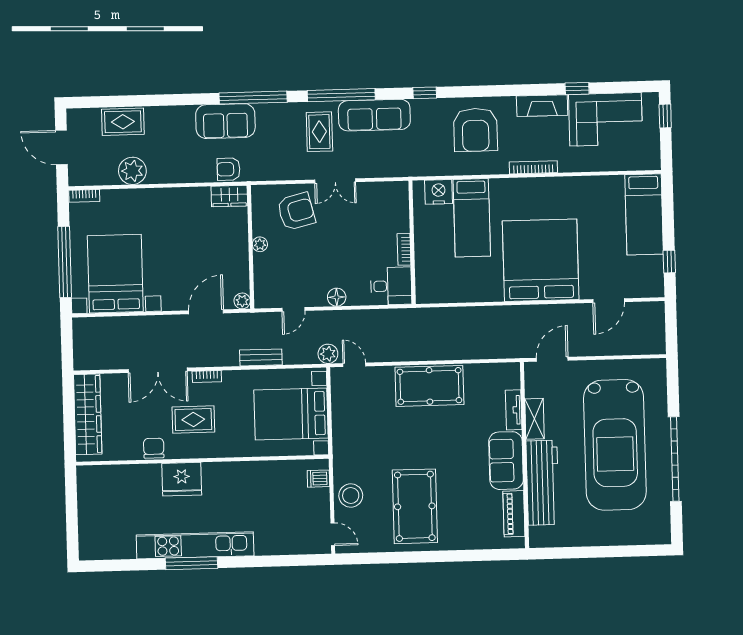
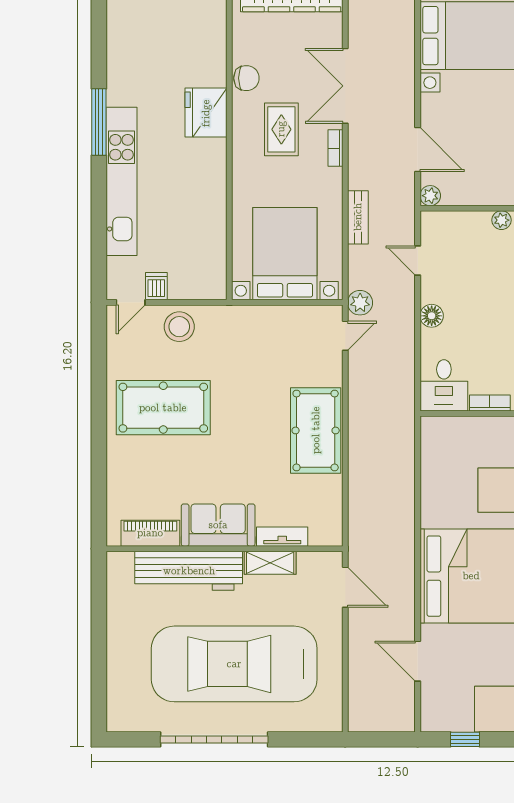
dishwasher: (318, 479) -> (156, 286), moved
kitchen unit: (195, 545) -> (121, 181), moved

